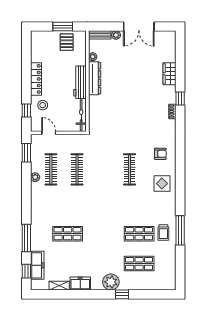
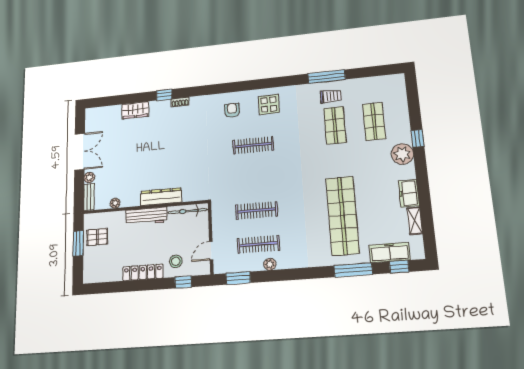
dresser: (95, 78) -> (161, 197), moved
shop shelf: (68, 234) -> (342, 216), width x2.00, depth x1.36

